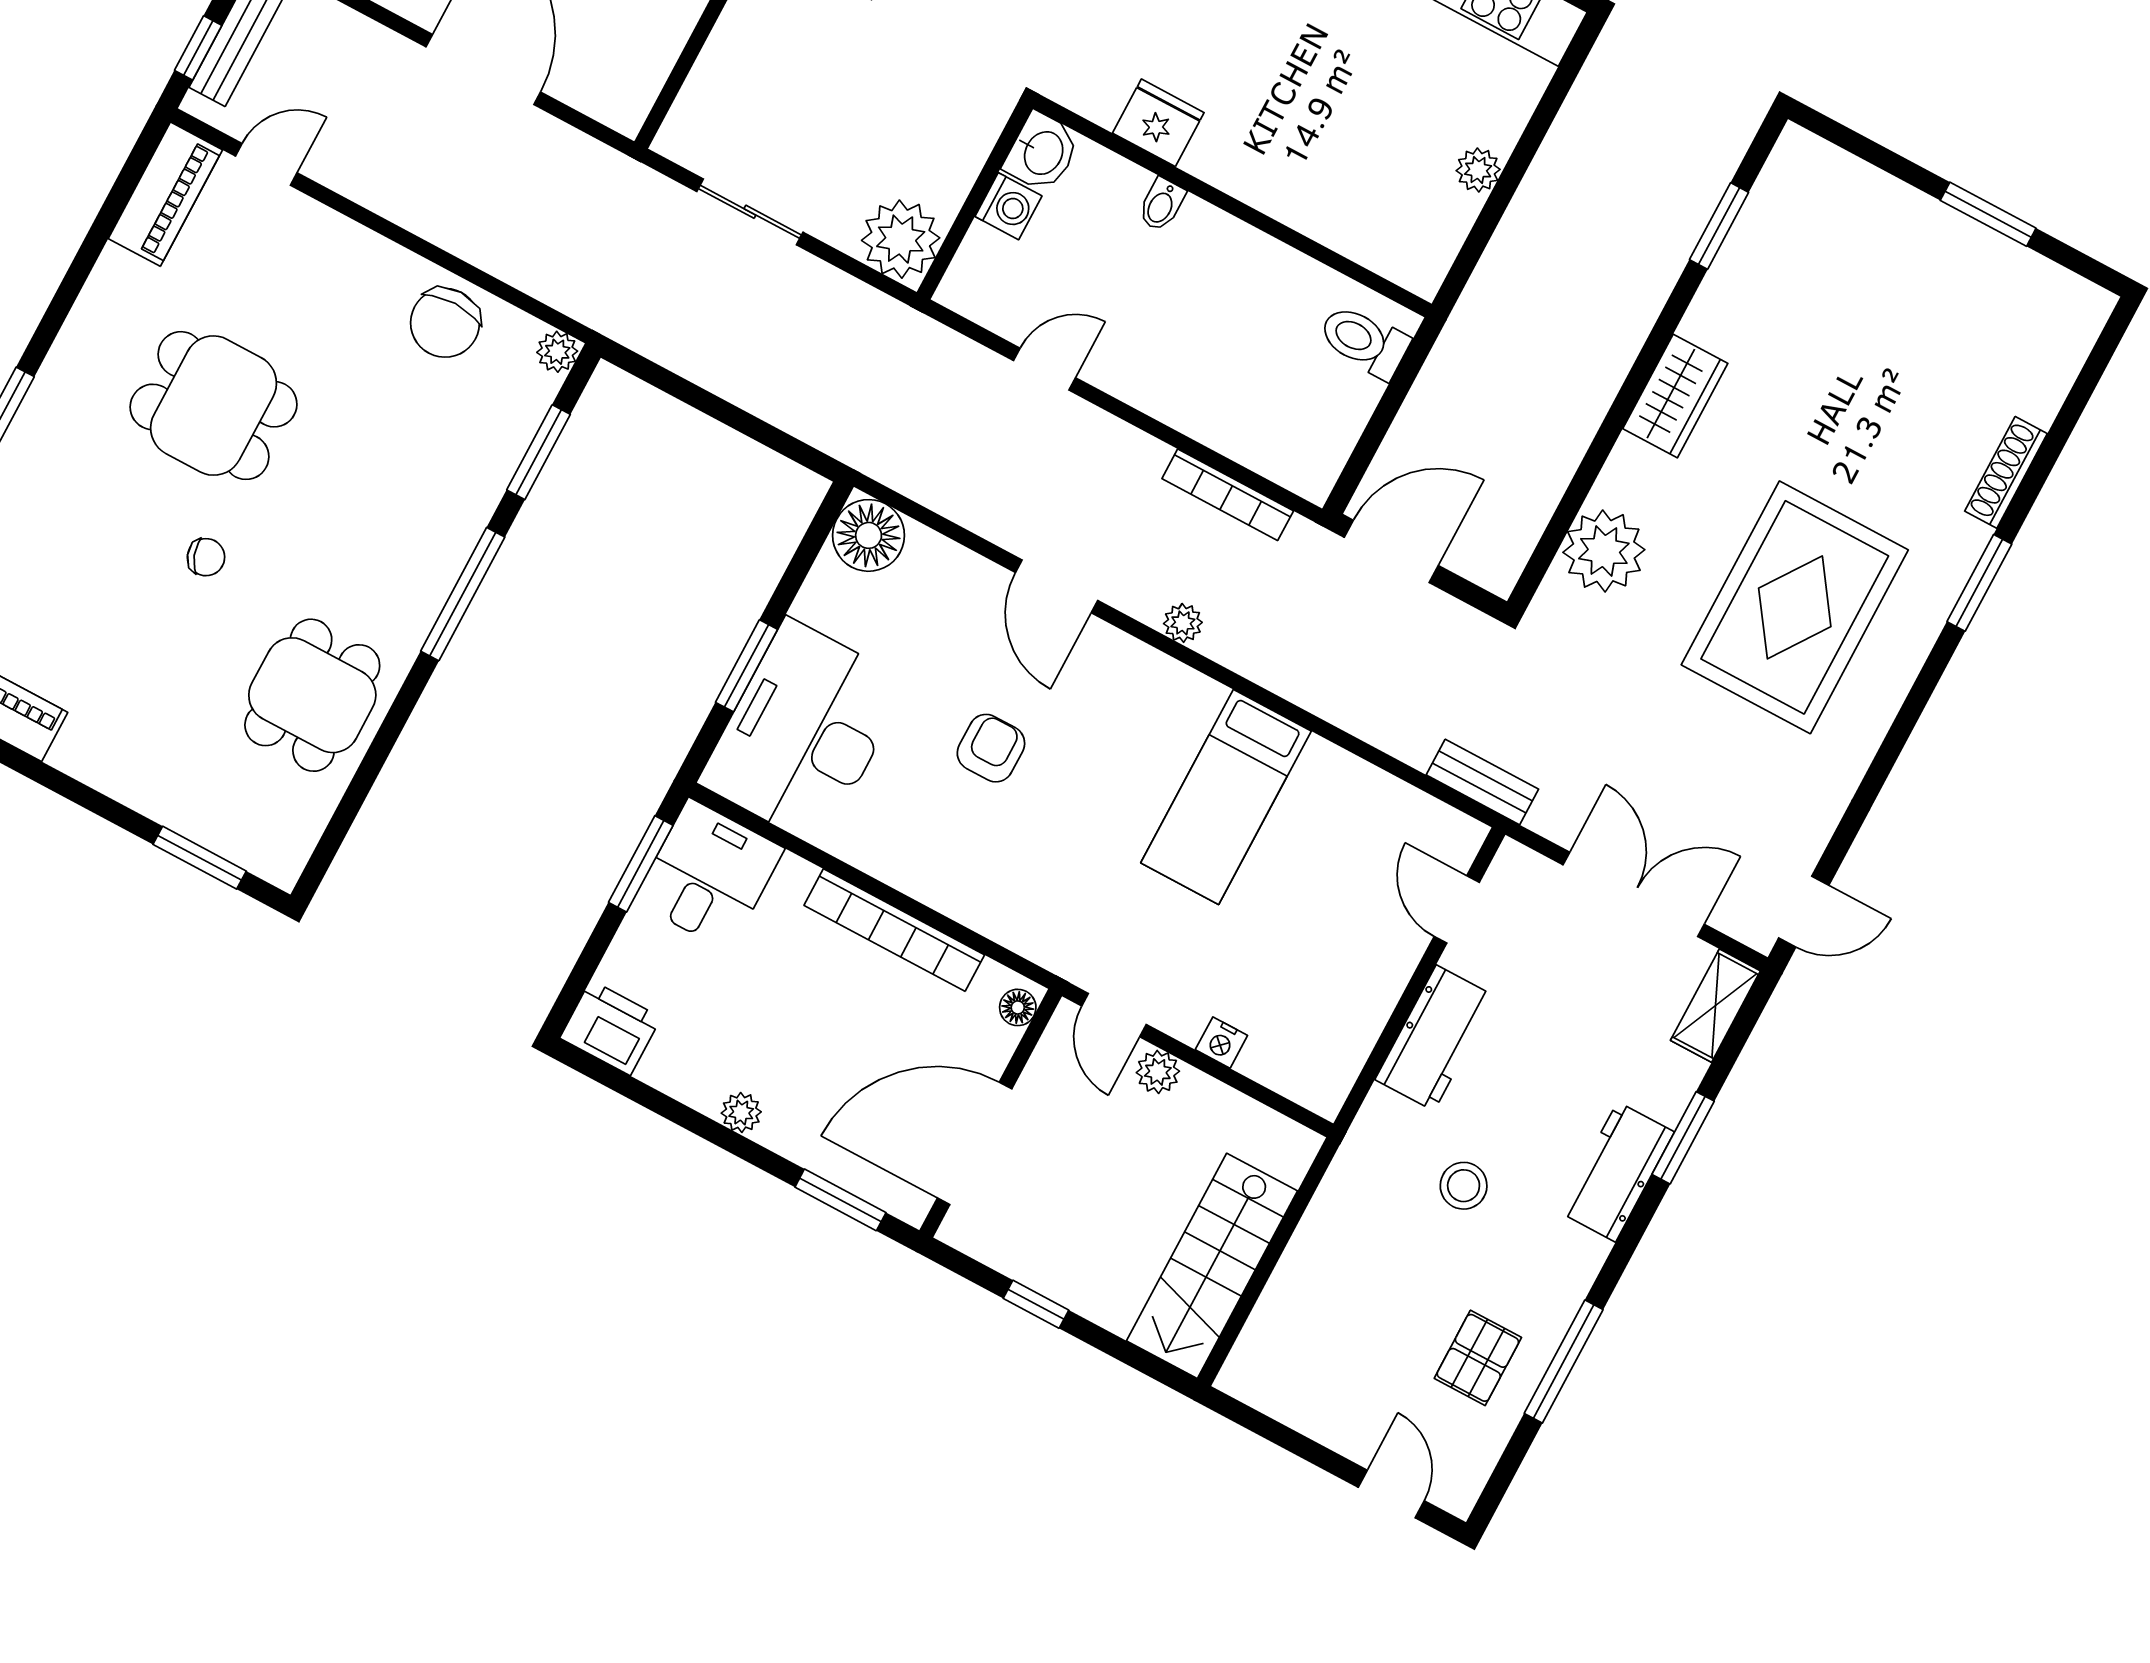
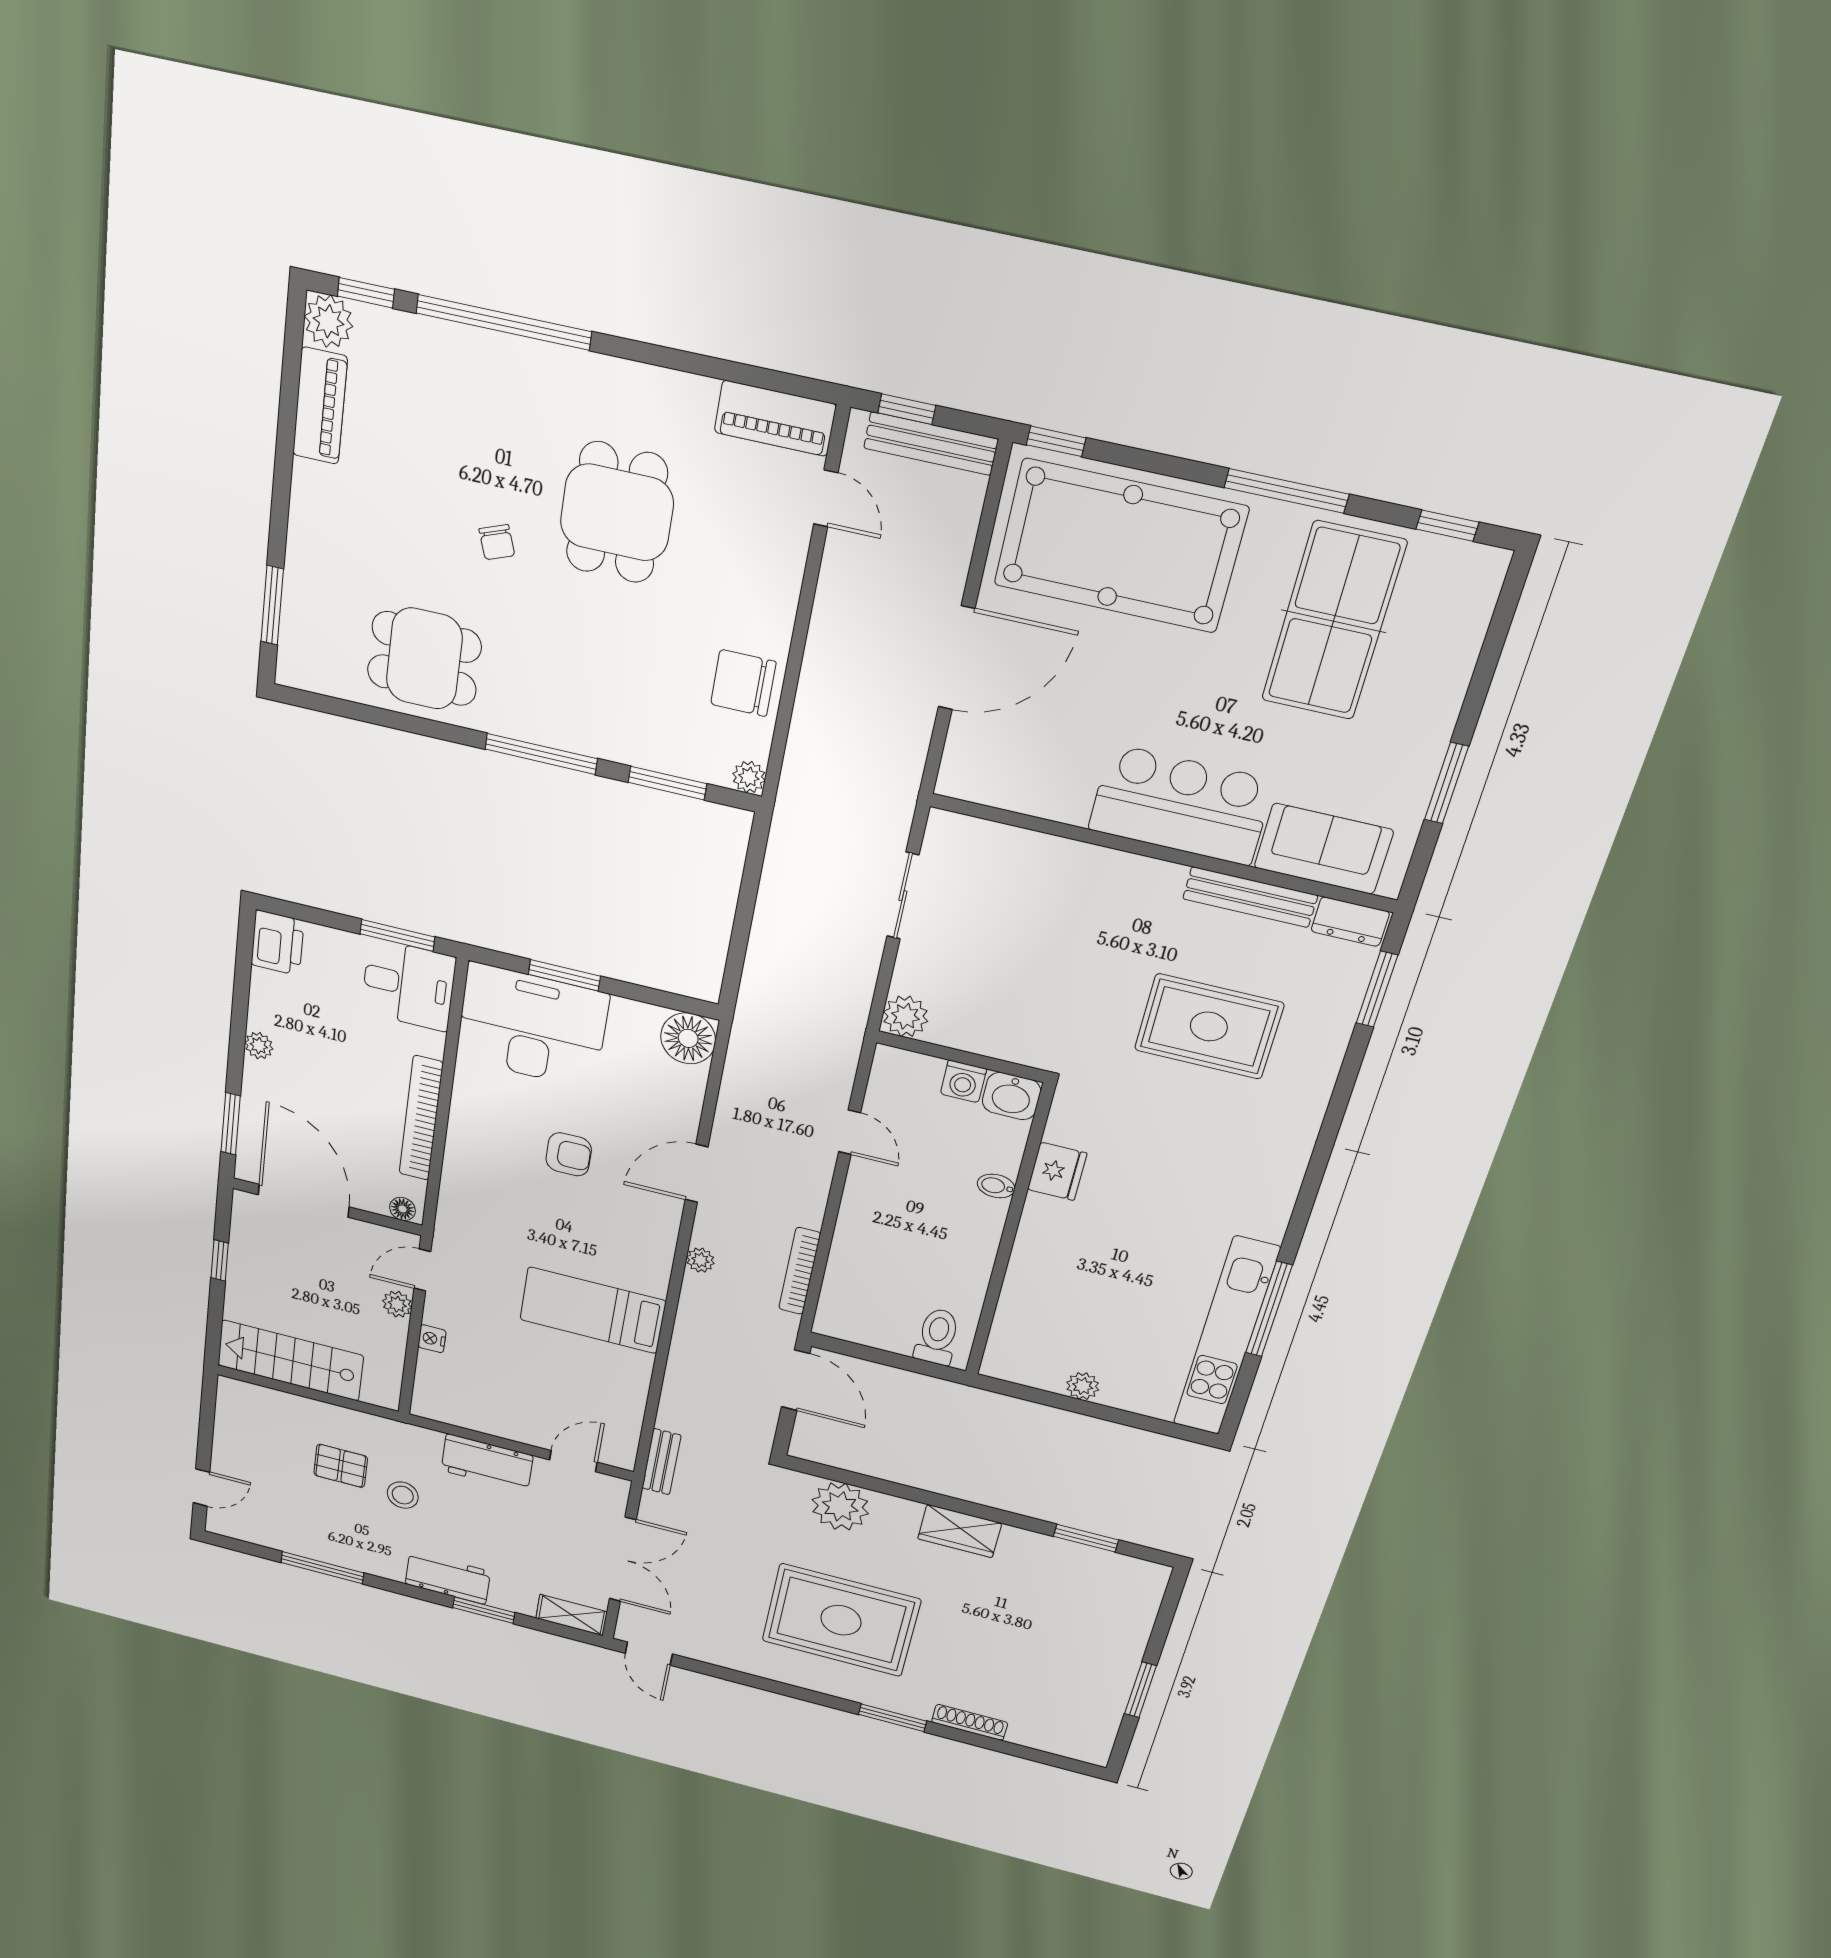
plant: (901, 239) -> (905, 1016), width x0.73, depth x0.73
pallet: (1478, 1358) -> (341, 1466), moved

